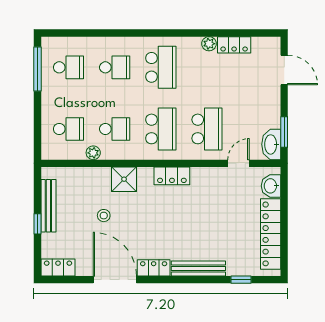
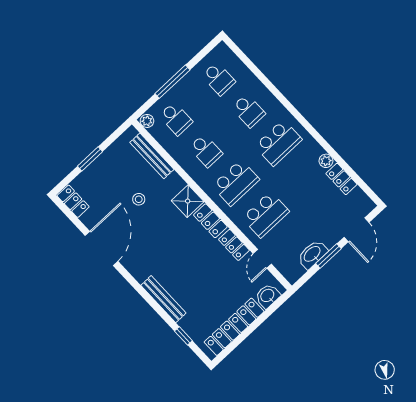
window: (38, 69) -> (172, 82), moved
window: (284, 132) -> (328, 256), moved
washbasin: (271, 144) -> (312, 254), moved
plant: (93, 153) -> (147, 121), moved
door: (239, 163) -> (262, 259), swing flipped
shower: (124, 179) -> (188, 201), moved
bench: (48, 206) -> (152, 156), moved, turned 90
window: (38, 224) -> (90, 159), width x1.50
locker: (154, 268) -> (234, 245), moved, turned 180

